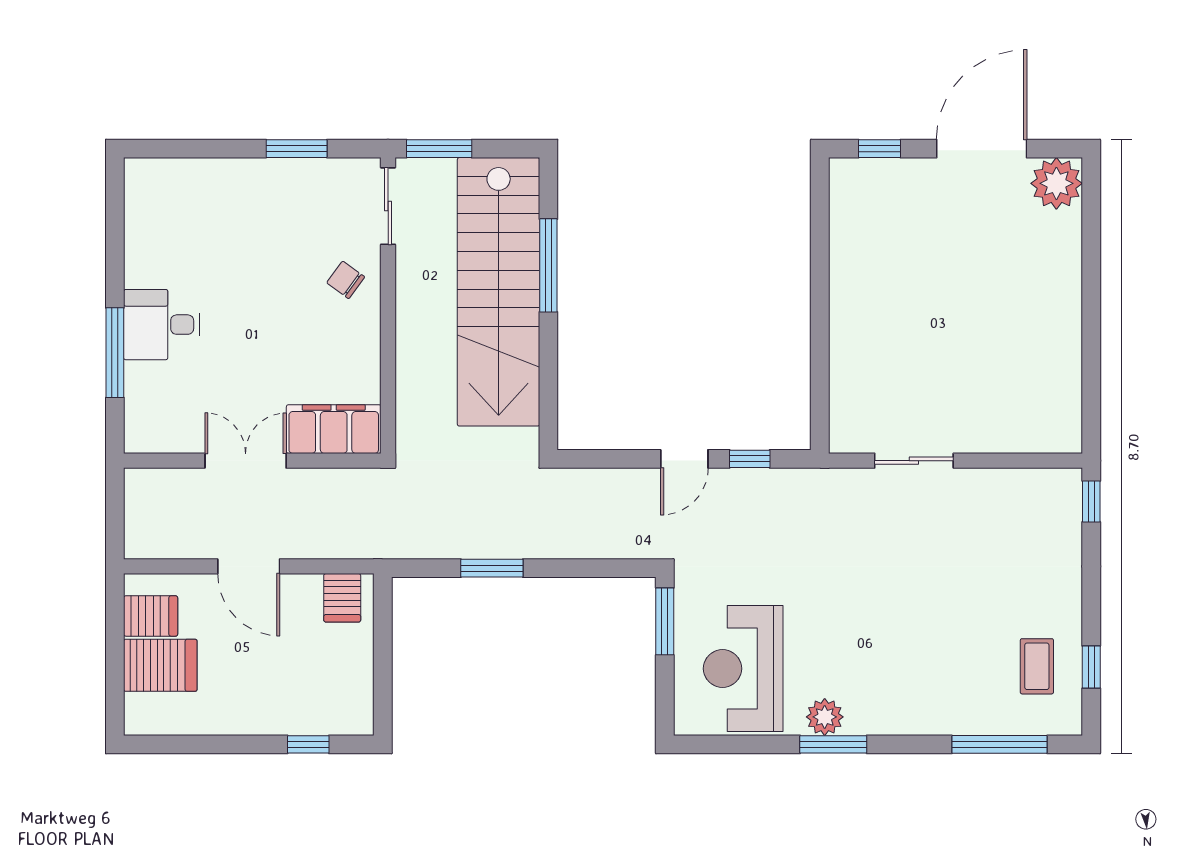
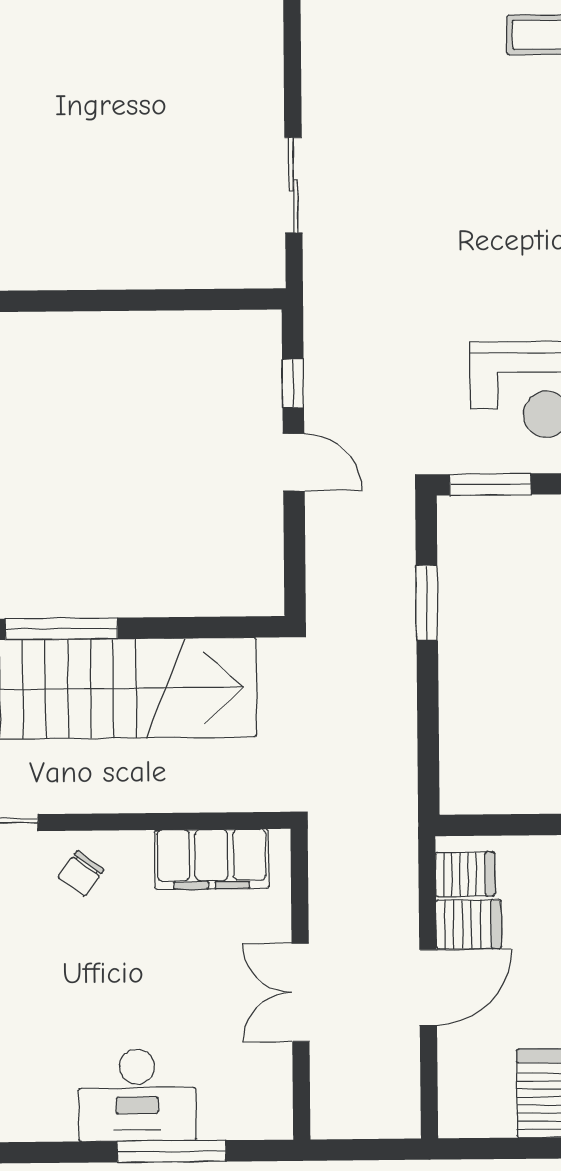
desk: (162, 325) -> (137, 1095), width x1.37
filing cabinet: (334, 429) -> (212, 859), moved, turned -90
window: (492, 568) -> (427, 603), moved
server rack: (151, 616) -> (469, 924), moved, turned 90

